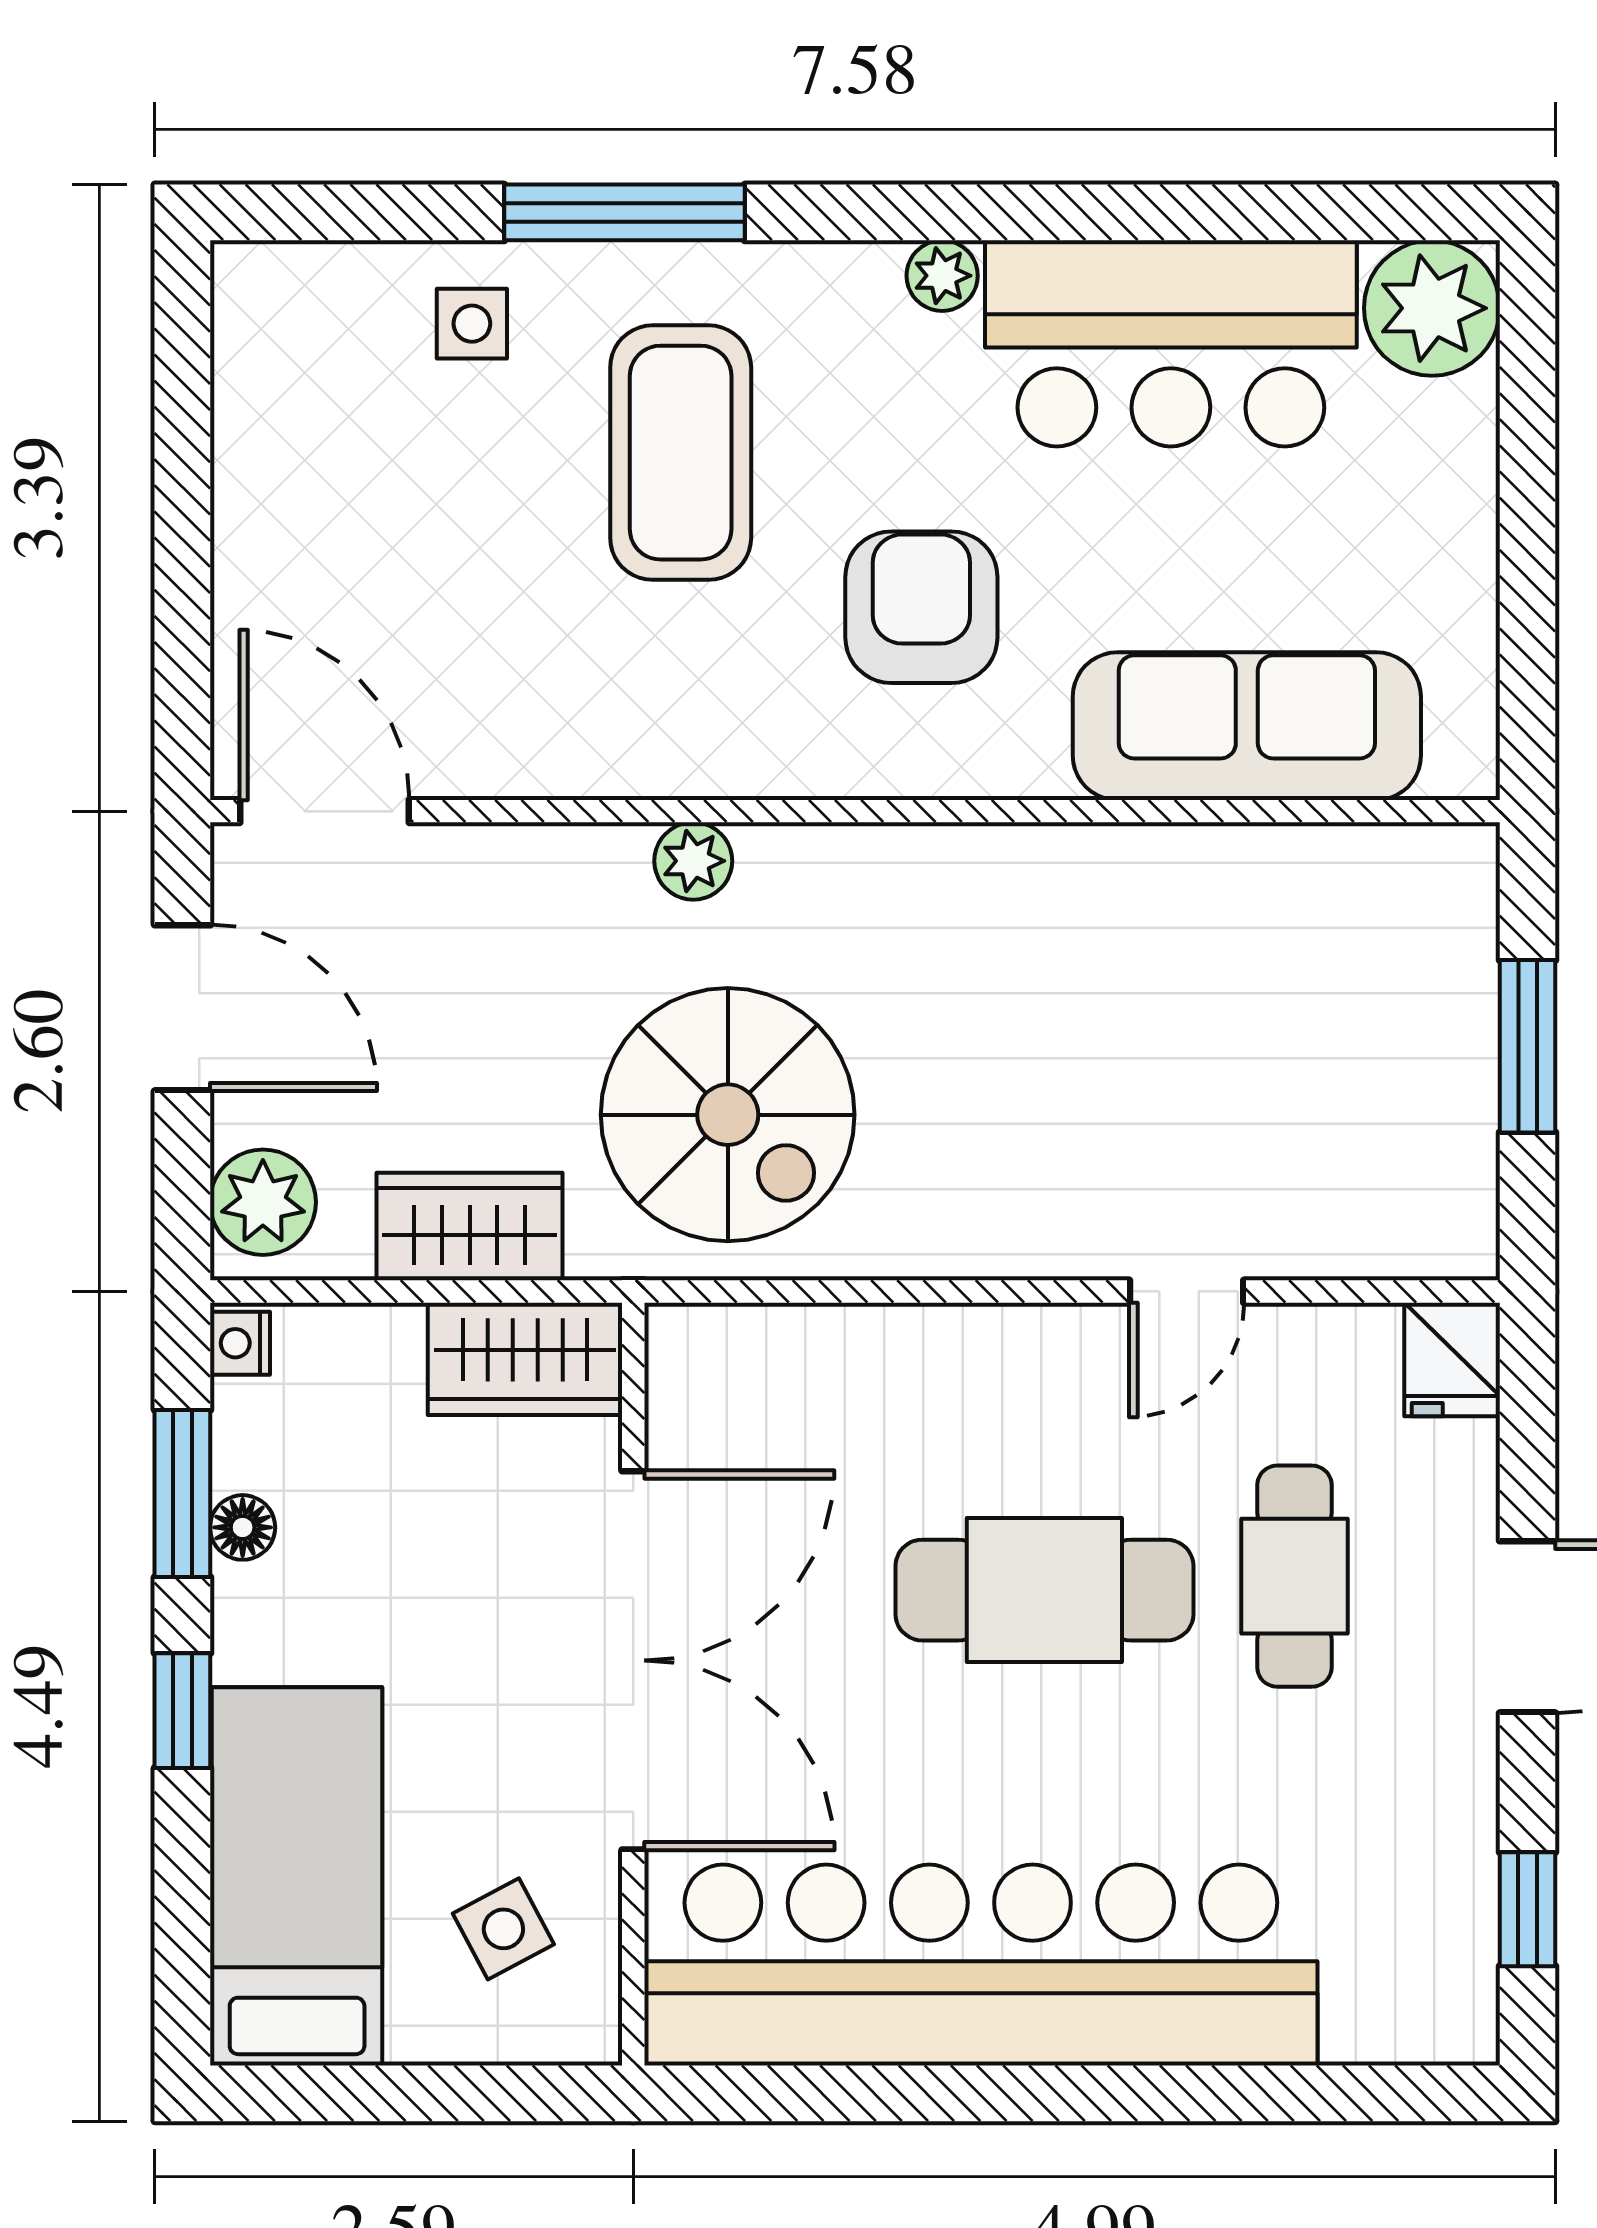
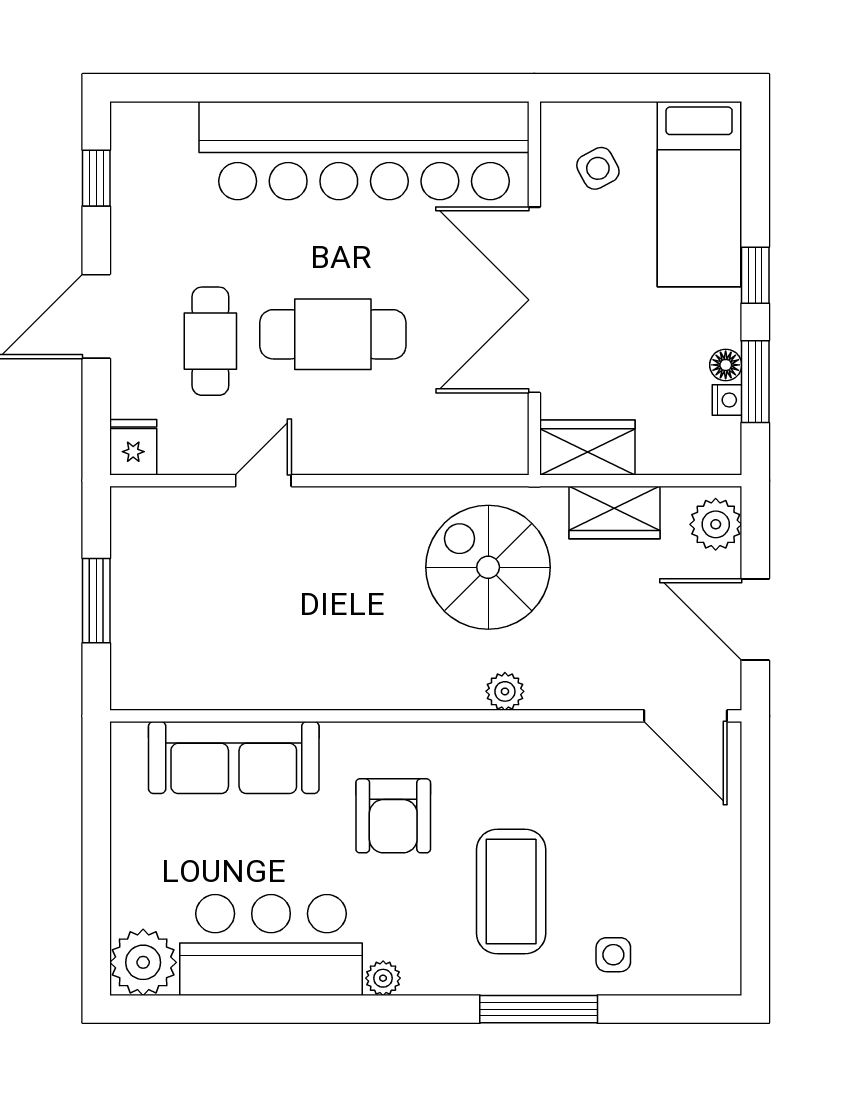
nightstand: (240, 1343) -> (727, 400), moved

